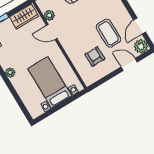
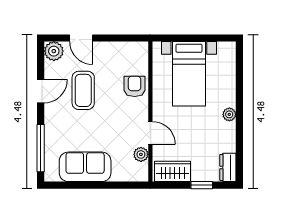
door: (140, 26) -> (41, 91), moved
armchair: (95, 57) -> (135, 86), moved, turned 180

